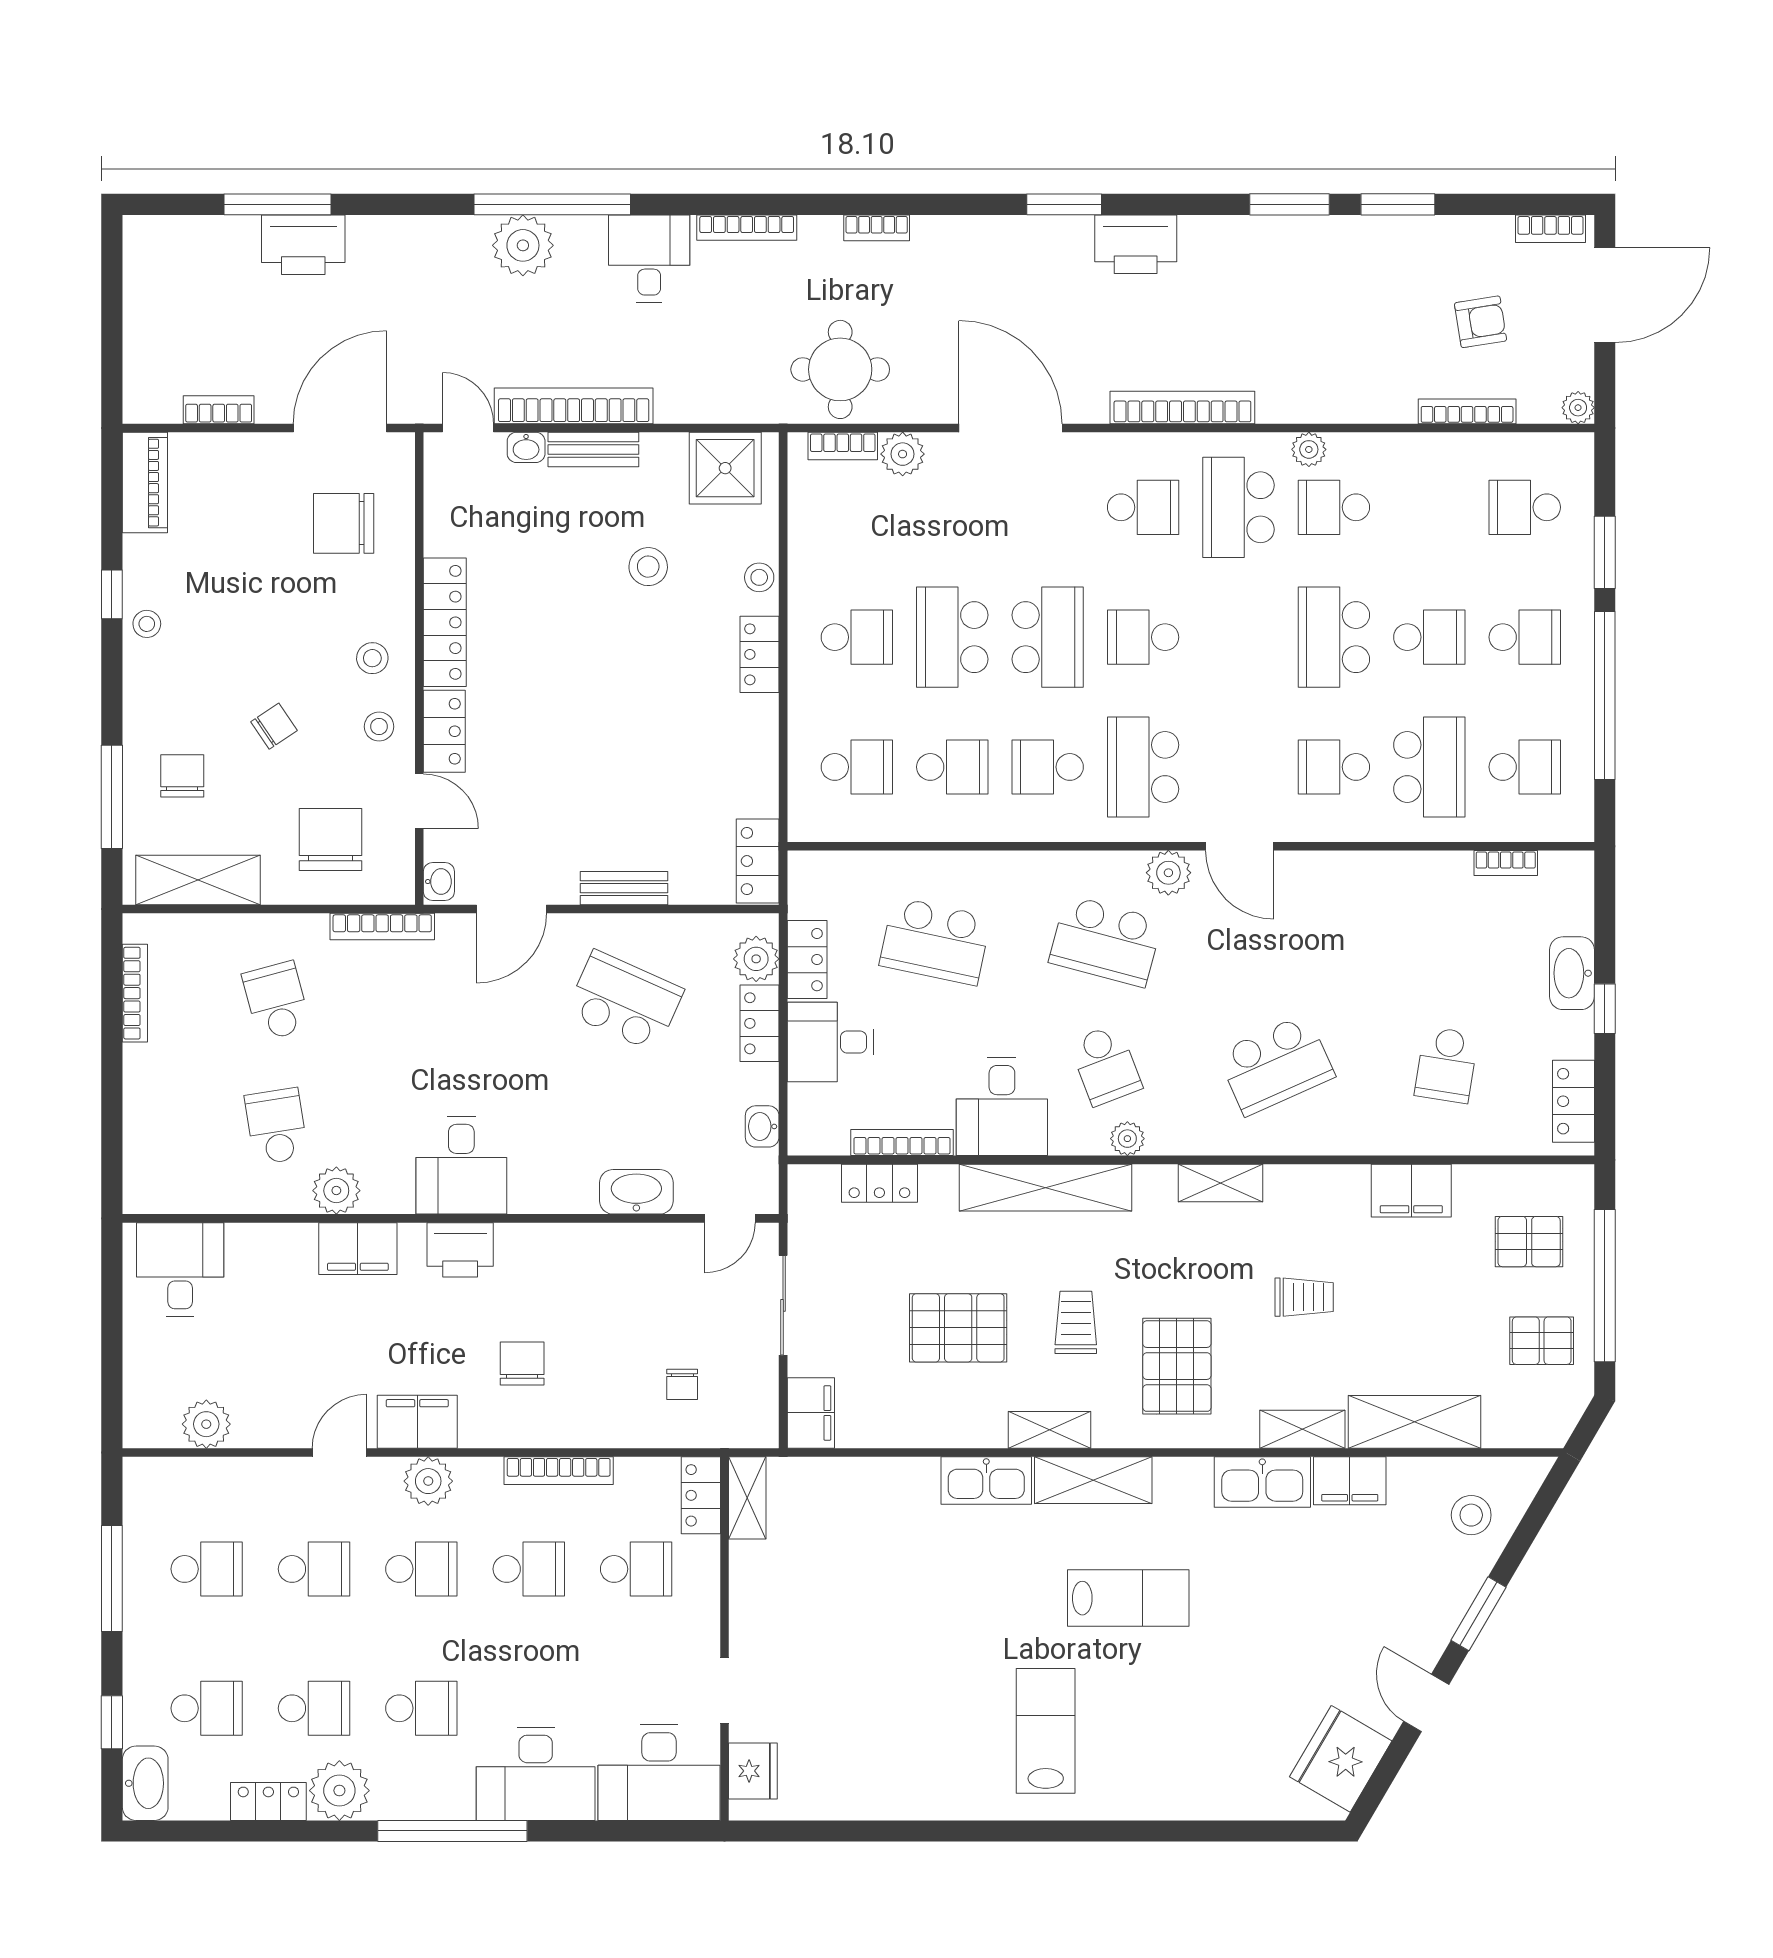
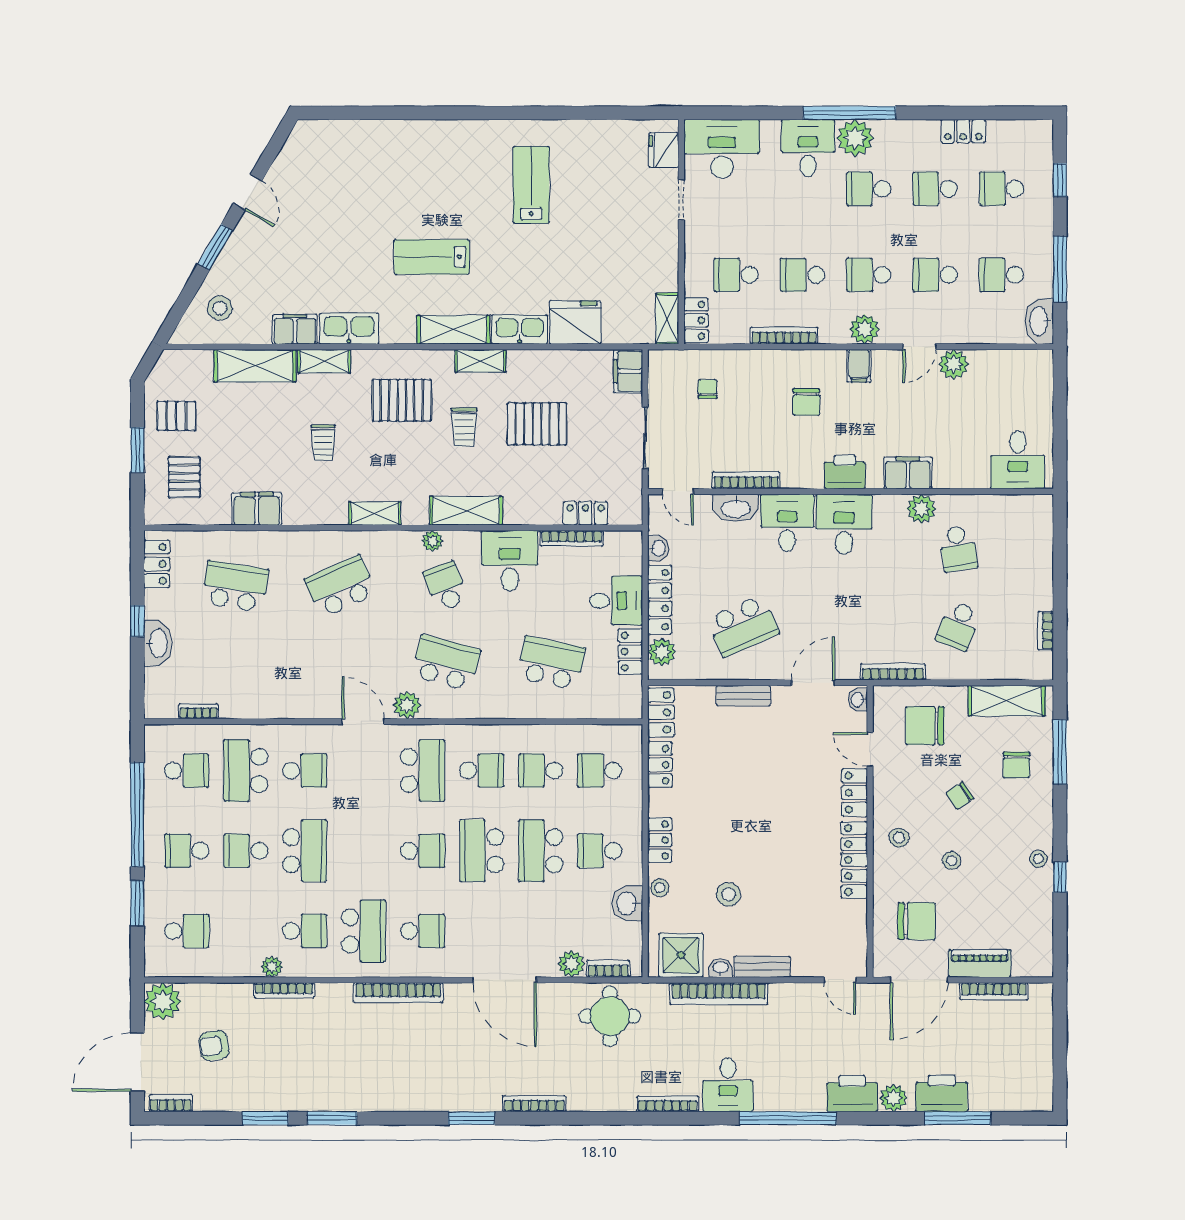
bookcase: (877, 228) -> (534, 1104), moved, width x1.56
printer: (1136, 244) -> (852, 1094), moved
plant: (523, 245) -> (893, 1098), moved, width x0.73, depth x0.73
bookcase: (574, 406) -> (719, 994), moved
plant: (1578, 408) -> (163, 1001), width x1.87, depth x1.87
bookcase: (219, 410) -> (994, 991), width x1.56
bookcase: (1467, 411) -> (284, 990), moved
washbasin: (526, 447) -> (721, 968), moved
plant: (1309, 449) -> (272, 967), moved
piano: (145, 483) -> (980, 963), moved, turned 90
school desk: (1143, 507) -> (423, 931), turned 180
washbasin: (812, 552) -> (627, 903), added
school desk: (952, 637) -> (541, 851), turned 180
stool: (379, 727) -> (952, 861), moved
school desk: (1525, 767) -> (187, 771), turned 180
locker: (759, 776) -> (660, 765), added
chair: (331, 839) -> (925, 726), turned 90
bookcase: (135, 993) -> (1046, 631), width x0.64
school desk: (276, 1001) -> (958, 626), turned 36
school desk: (625, 1001) -> (743, 626), turned -48
locker: (760, 1023) -> (660, 600), width x1.53
school desk: (1446, 1065) -> (235, 586), width x1.85
desk: (553, 1168) -> (787, 523), added
shelving: (1046, 1188) -> (466, 511), width x0.68
door: (730, 1218) -> (678, 492), swing flipped
bookcase: (619, 1237) -> (746, 480), added
pallet: (1529, 1242) -> (184, 477), turned 90
window: (1605, 1286) -> (137, 450), width x0.47
trolley: (1304, 1297) -> (323, 443), turned -90
pallet: (1177, 1366) -> (402, 400), turned 90
filing cabinet: (417, 1422) -> (859, 366), width x0.50
plant: (206, 1424) -> (954, 364), moved
lab bench: (1046, 1731) -> (531, 185), moved, turned 180
fridge: (1341, 1759) -> (575, 322), moved, turned -120
desk: (536, 1774) -> (808, 148), width x0.73
washbasin: (145, 1783) -> (1039, 321), moved
plant: (339, 1791) -> (855, 138), moved

